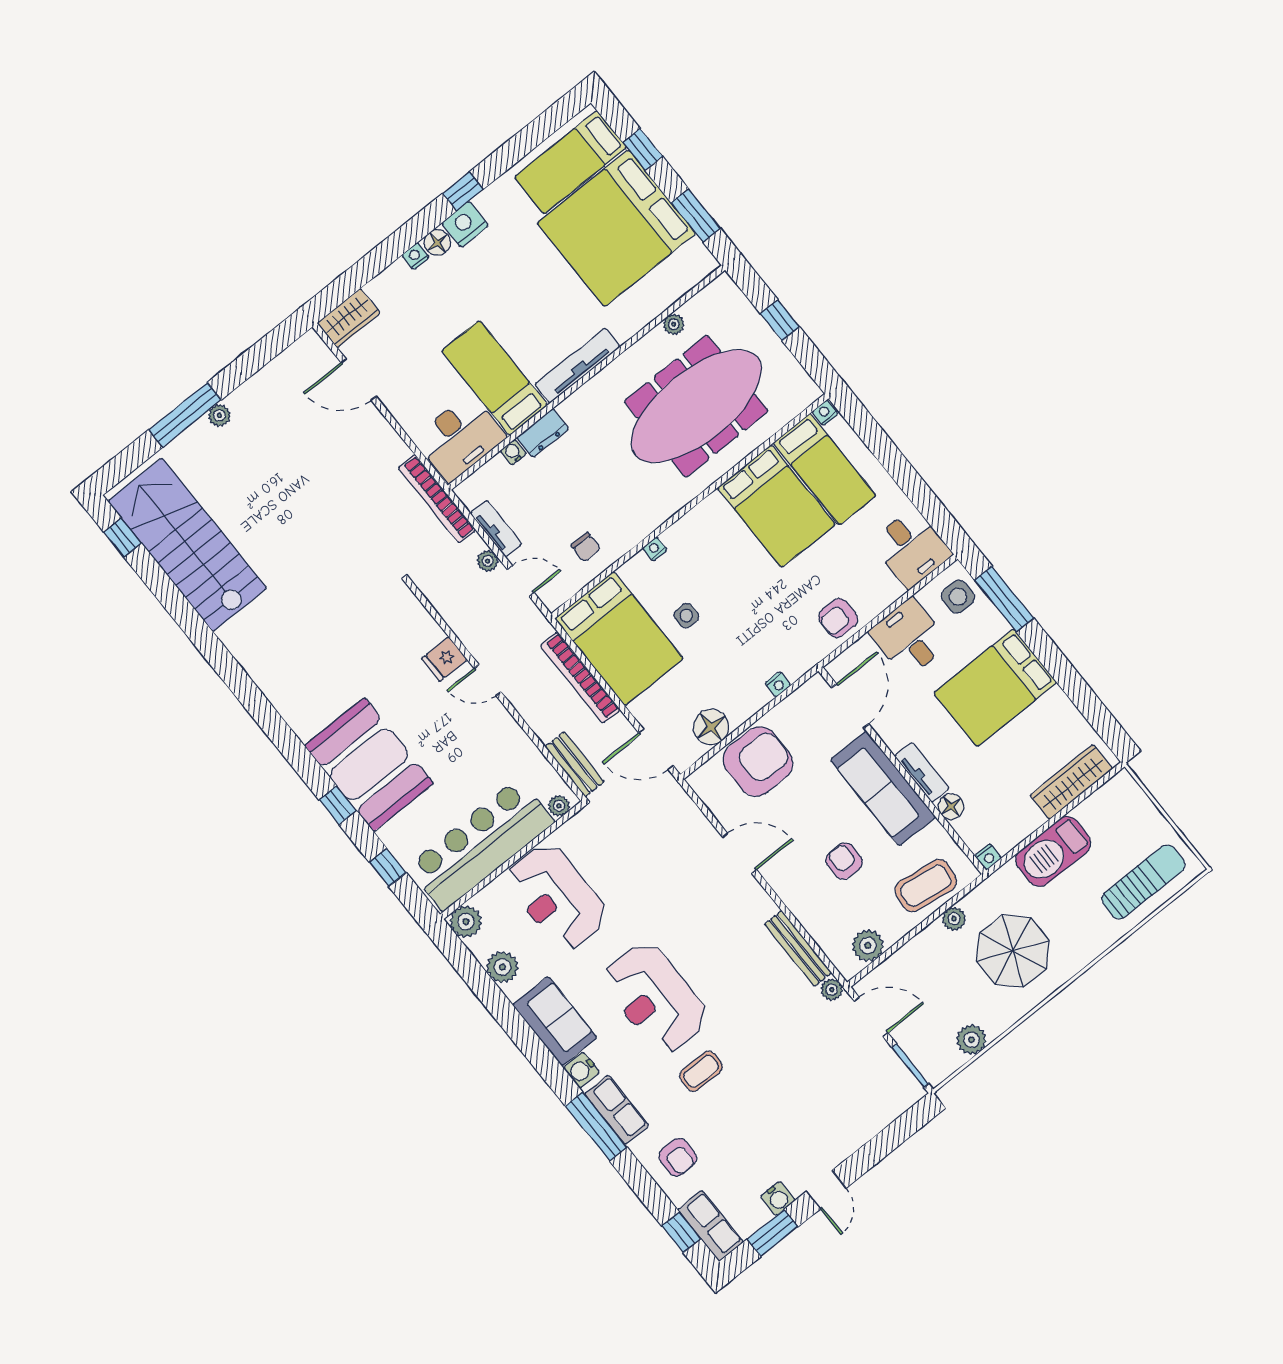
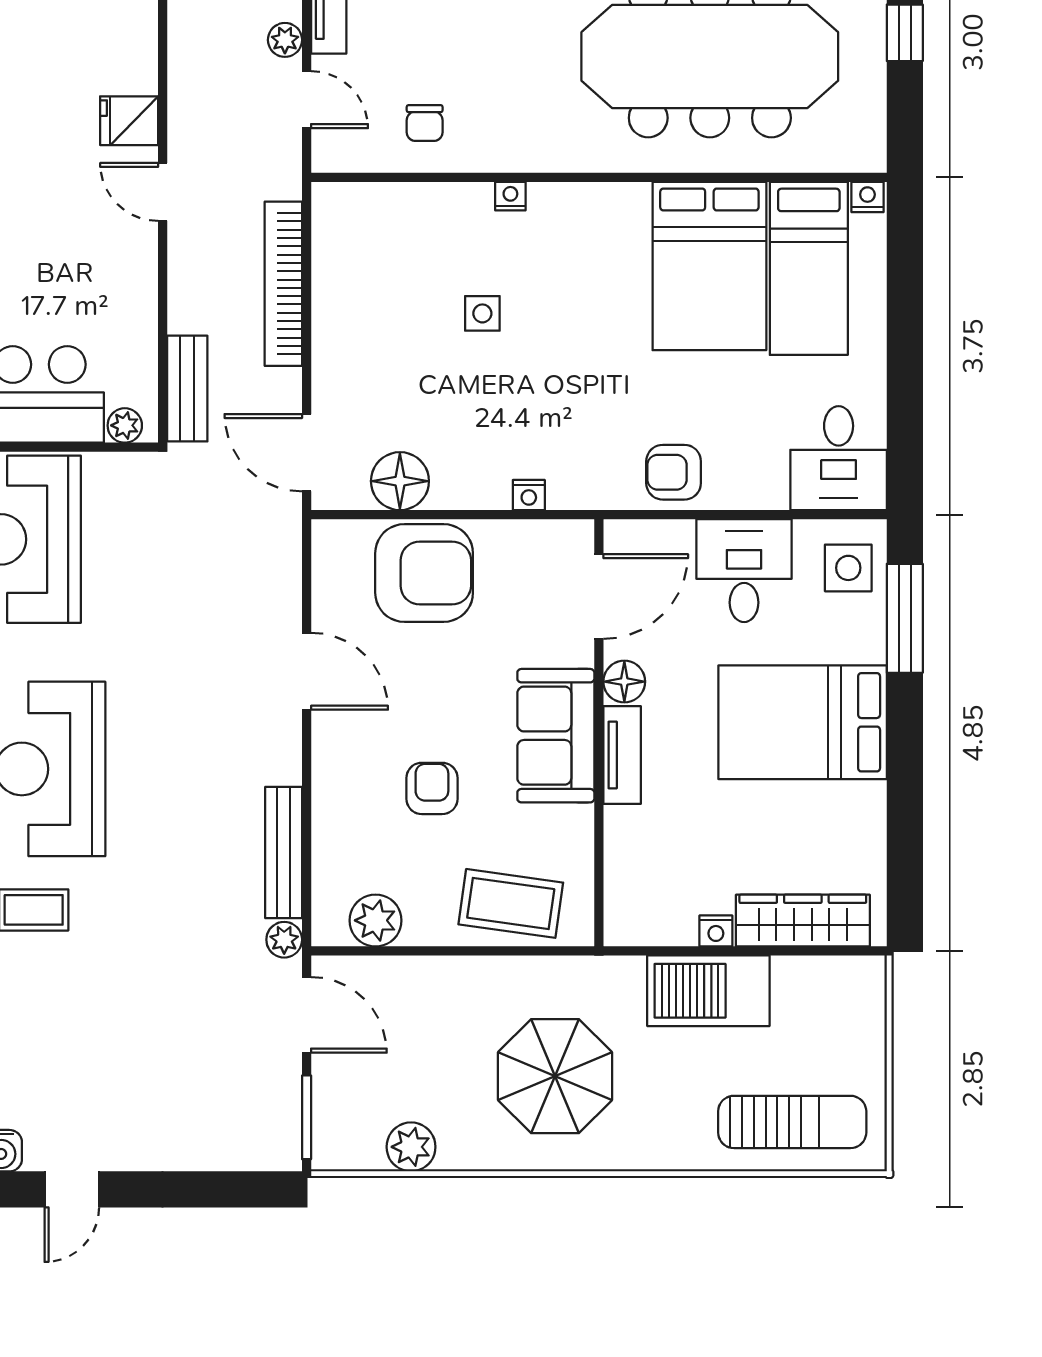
bed: (619, 638) -> (373, 274), removed
sofa: (883, 788) -> (556, 736), width x0.73
floor lamp: (951, 806) -> (624, 682), moved
nightstand: (988, 857) -> (716, 931), moved
plant: (954, 919) -> (513, 975), removed

